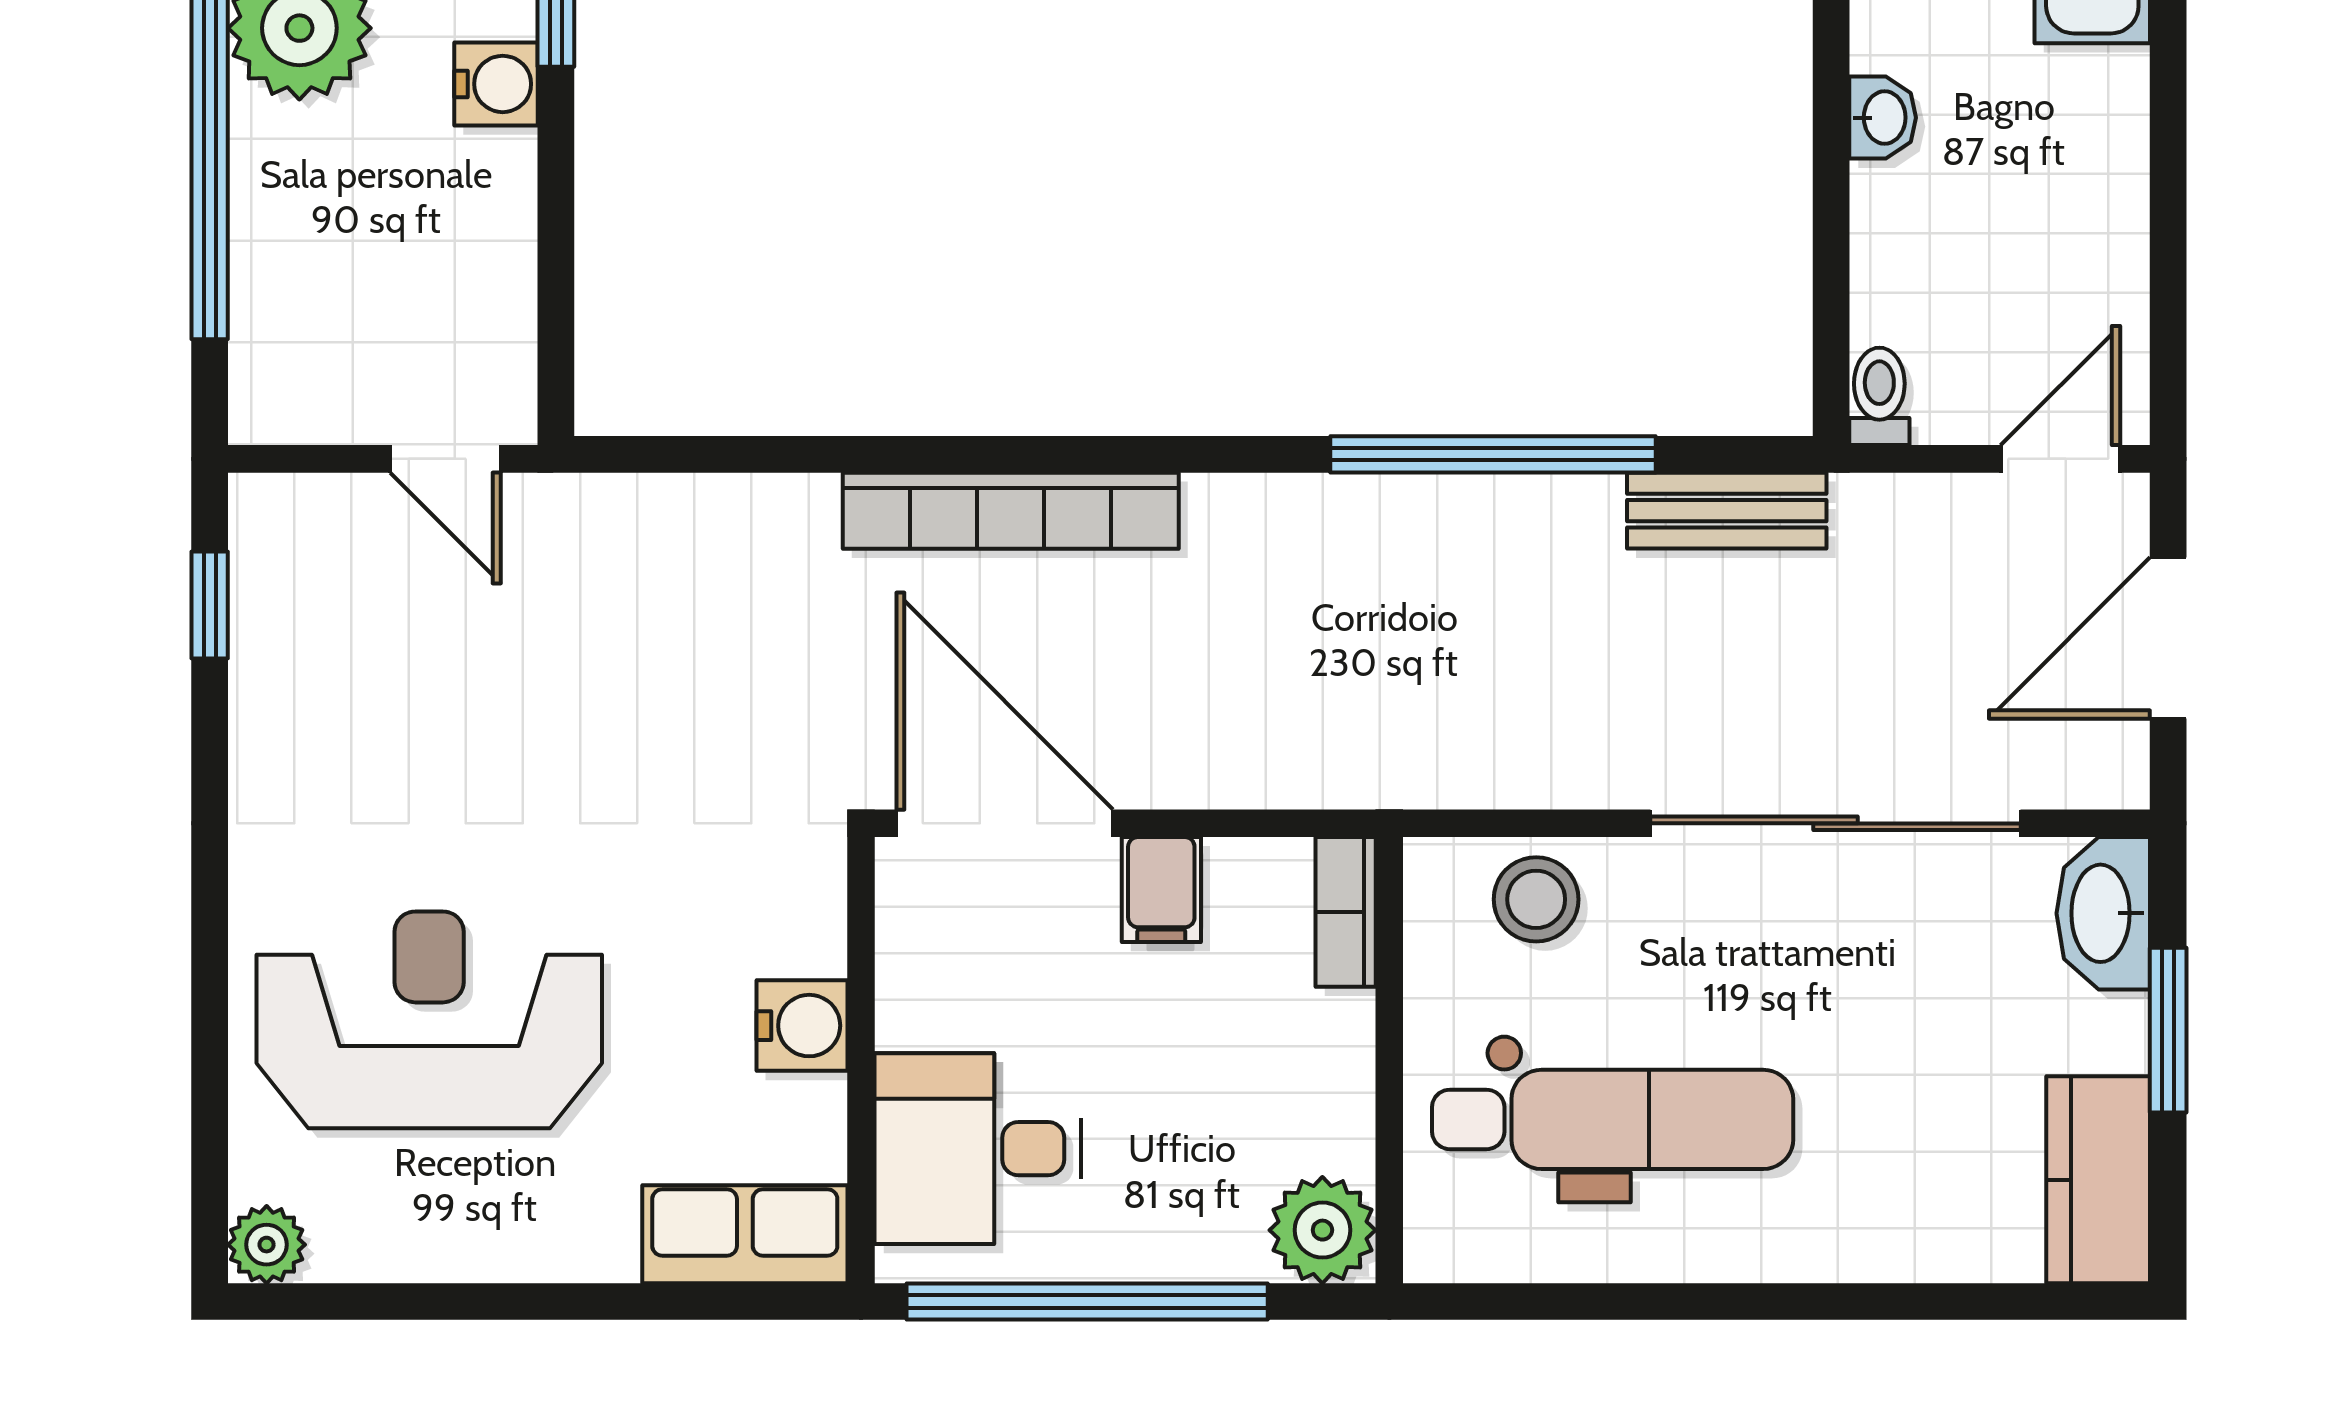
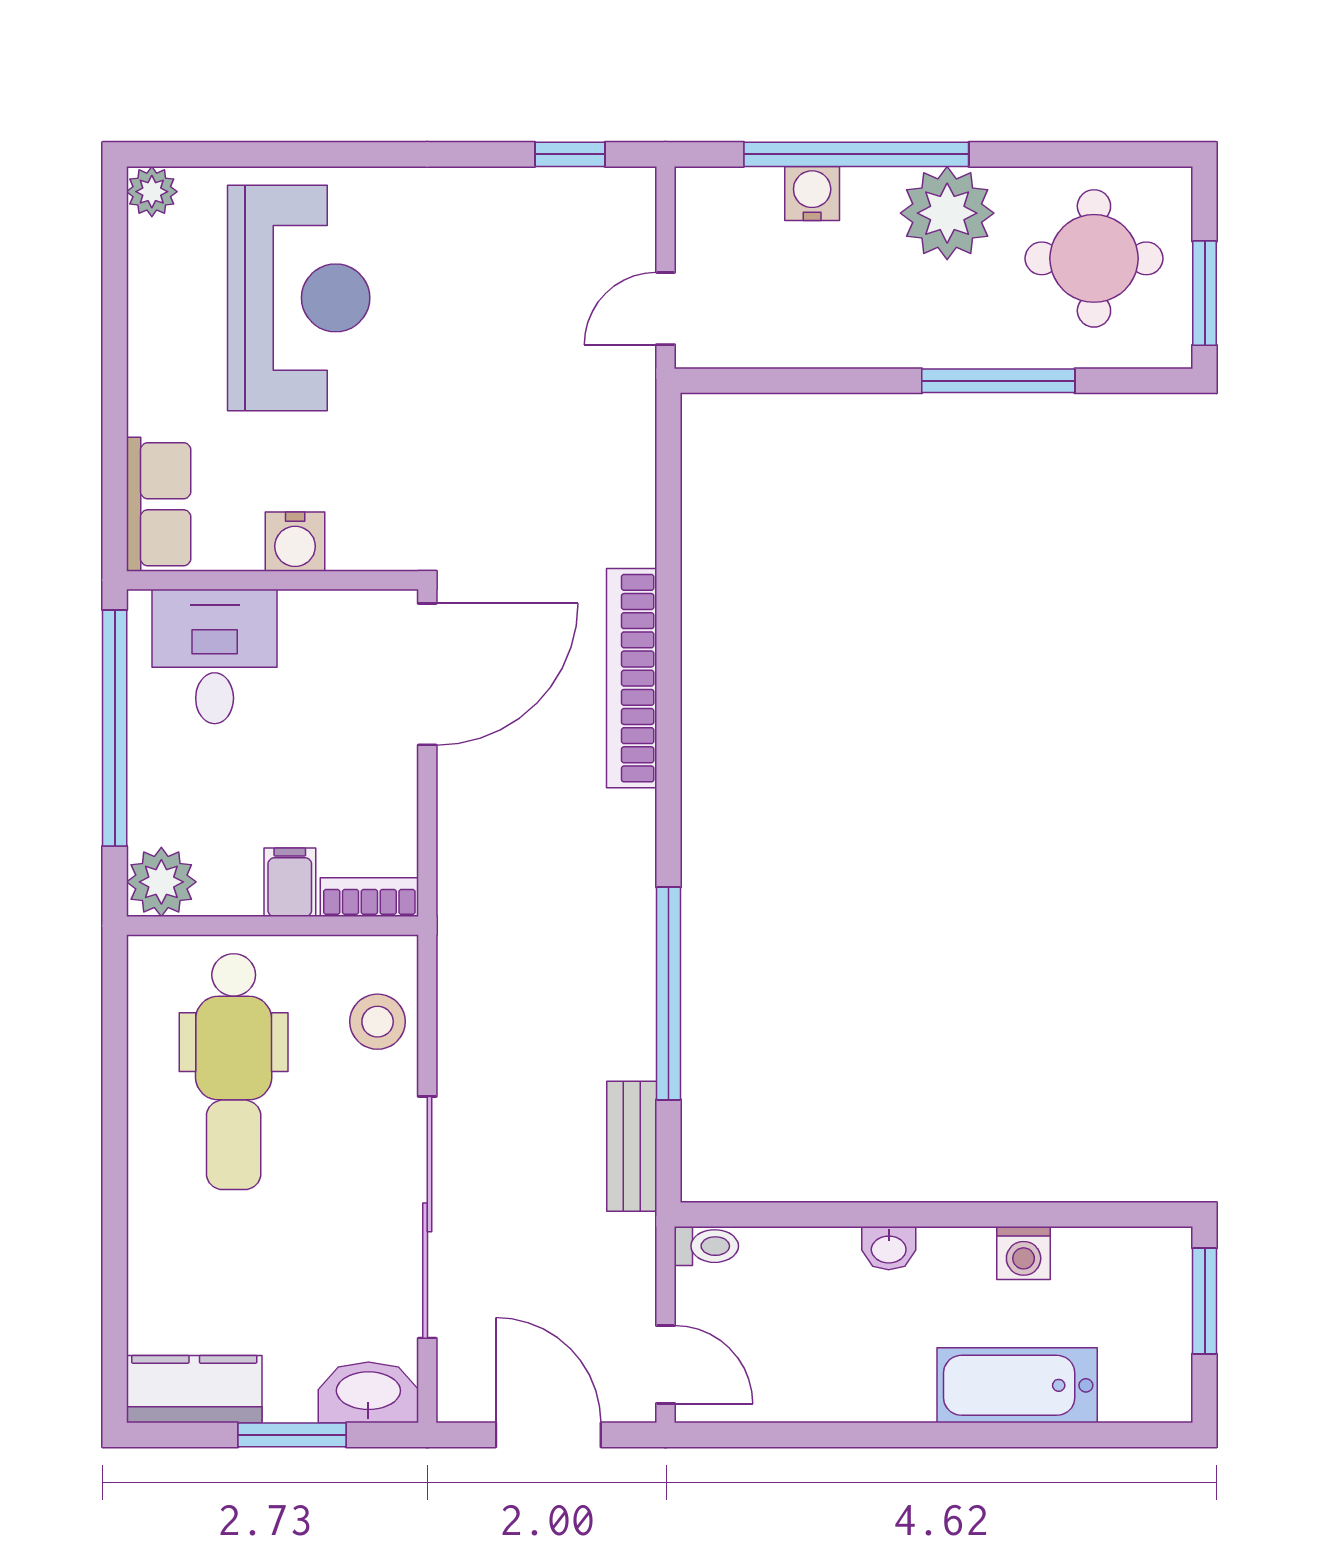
water cooler: (496, 84) -> (812, 194), moved, turned 180
filing cabinet: (1161, 890) -> (290, 882), moved, turned 90

